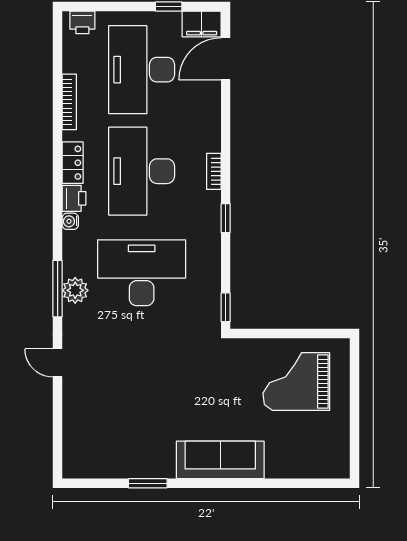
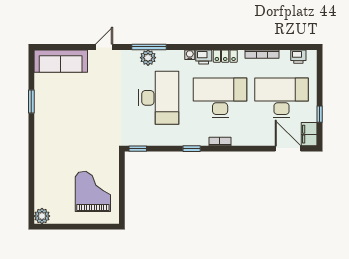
printer: (82, 22) -> (298, 57), moved, turned -90
sofa: (220, 460) -> (61, 61), moved, turned 90
plant: (337, 466) -> (42, 216), added

